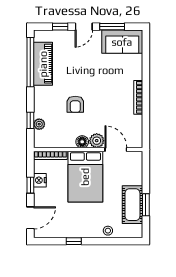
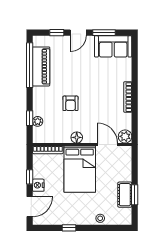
plant: (97, 141) -> (125, 136), moved
nightstand: (40, 180) -> (38, 185), moved
cot: (132, 205) -> (125, 195), width x0.73, depth x0.75

